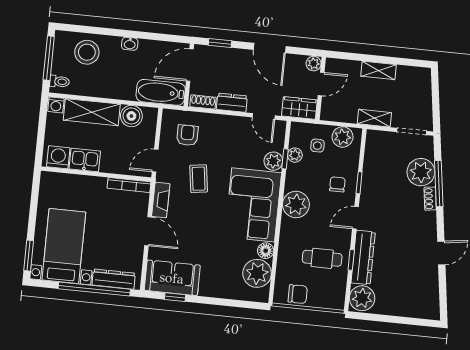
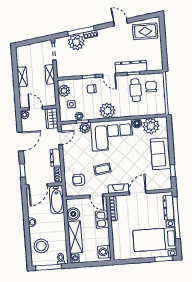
door: (190, 65) -> (38, 186), hinge flipped
kitchen sink: (85, 160) -> (102, 219), moved
sofa: (172, 278) -> (160, 154), moved
rug: (419, 292) -> (145, 31), added
chair: (298, 294) -> (151, 87), moved
plant: (362, 298) -> (154, 63), removed

